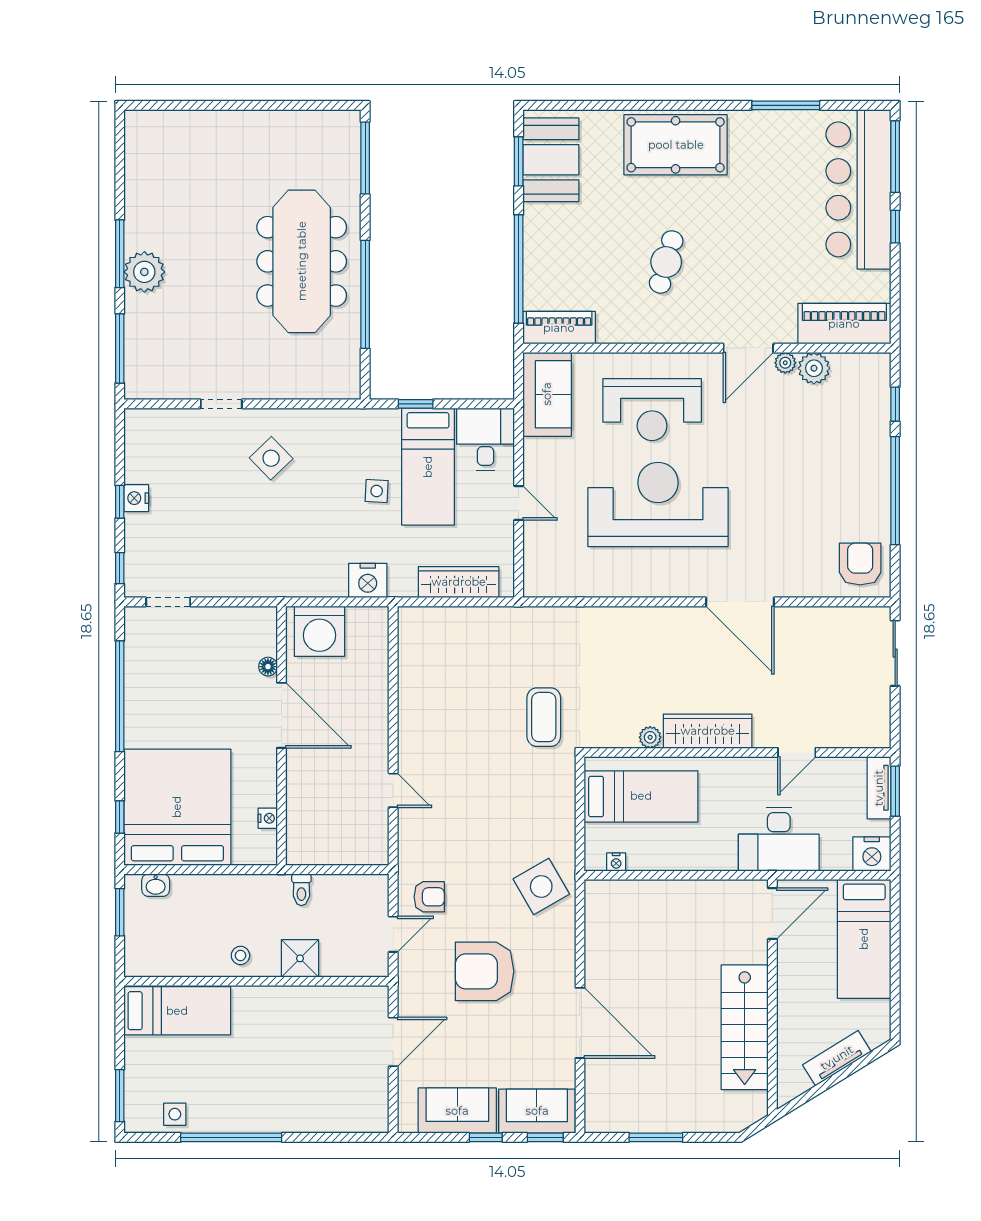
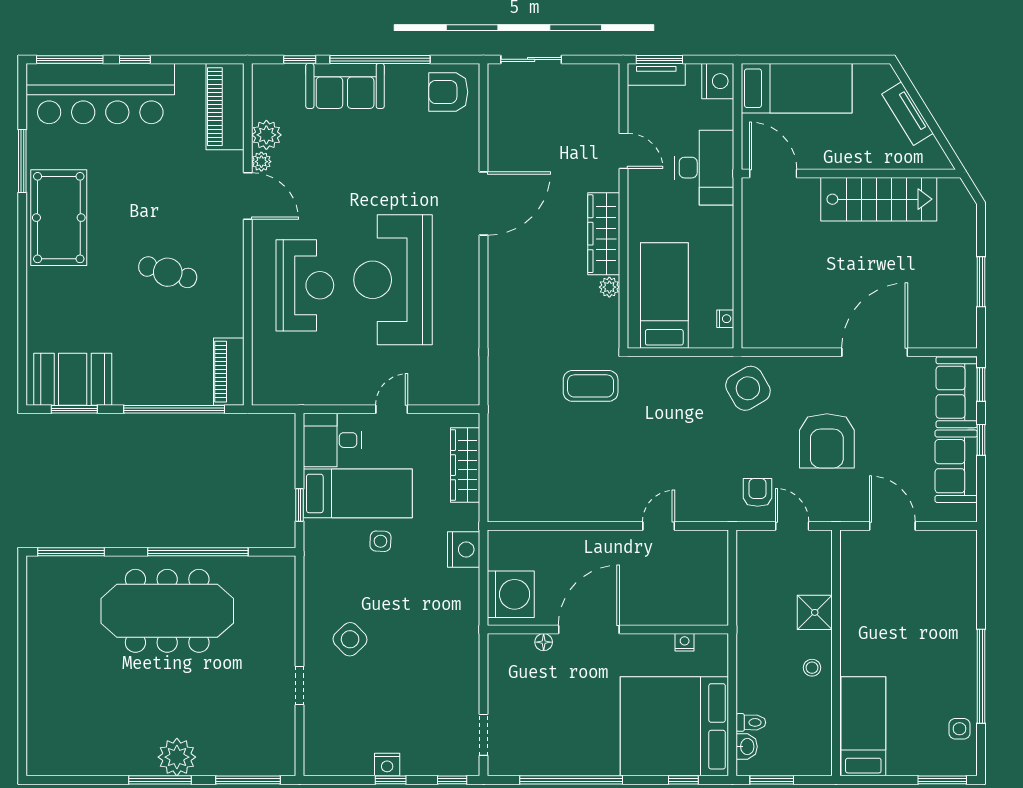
pool table: (676, 145) -> (59, 218), moved
sofa: (547, 394) -> (345, 86), moved, turned 180
toilet: (301, 890) -> (751, 722), moved

